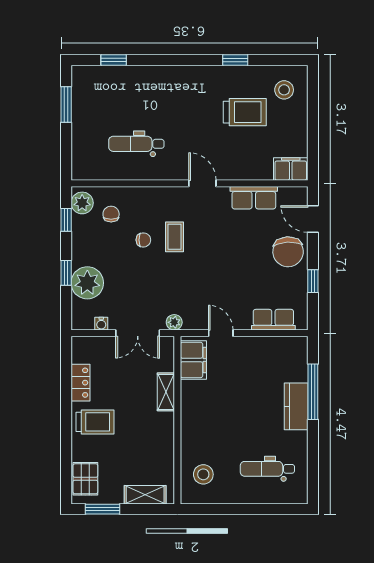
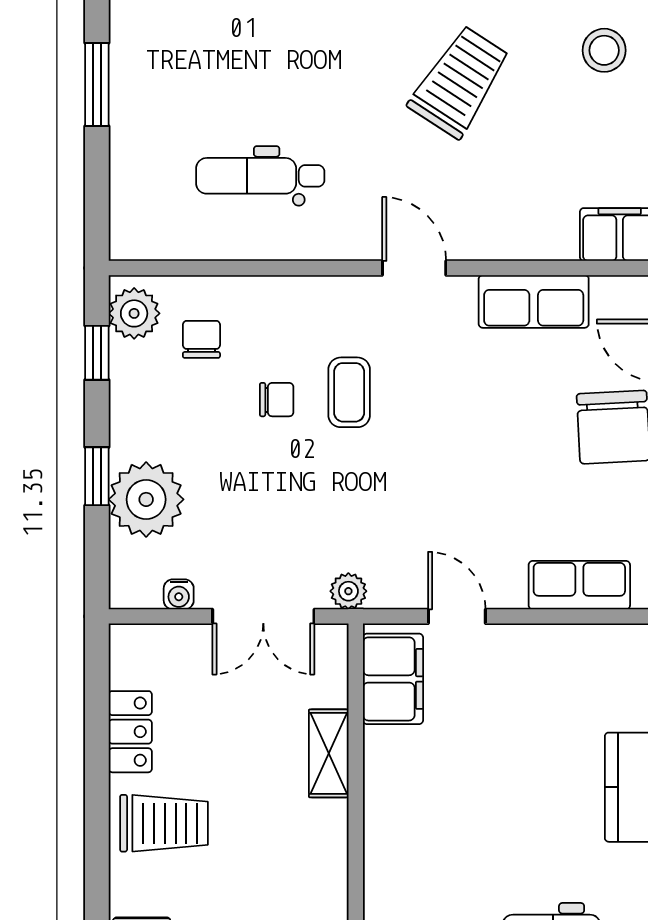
trolley: (245, 112) -> (459, 82), moved, turned -57

